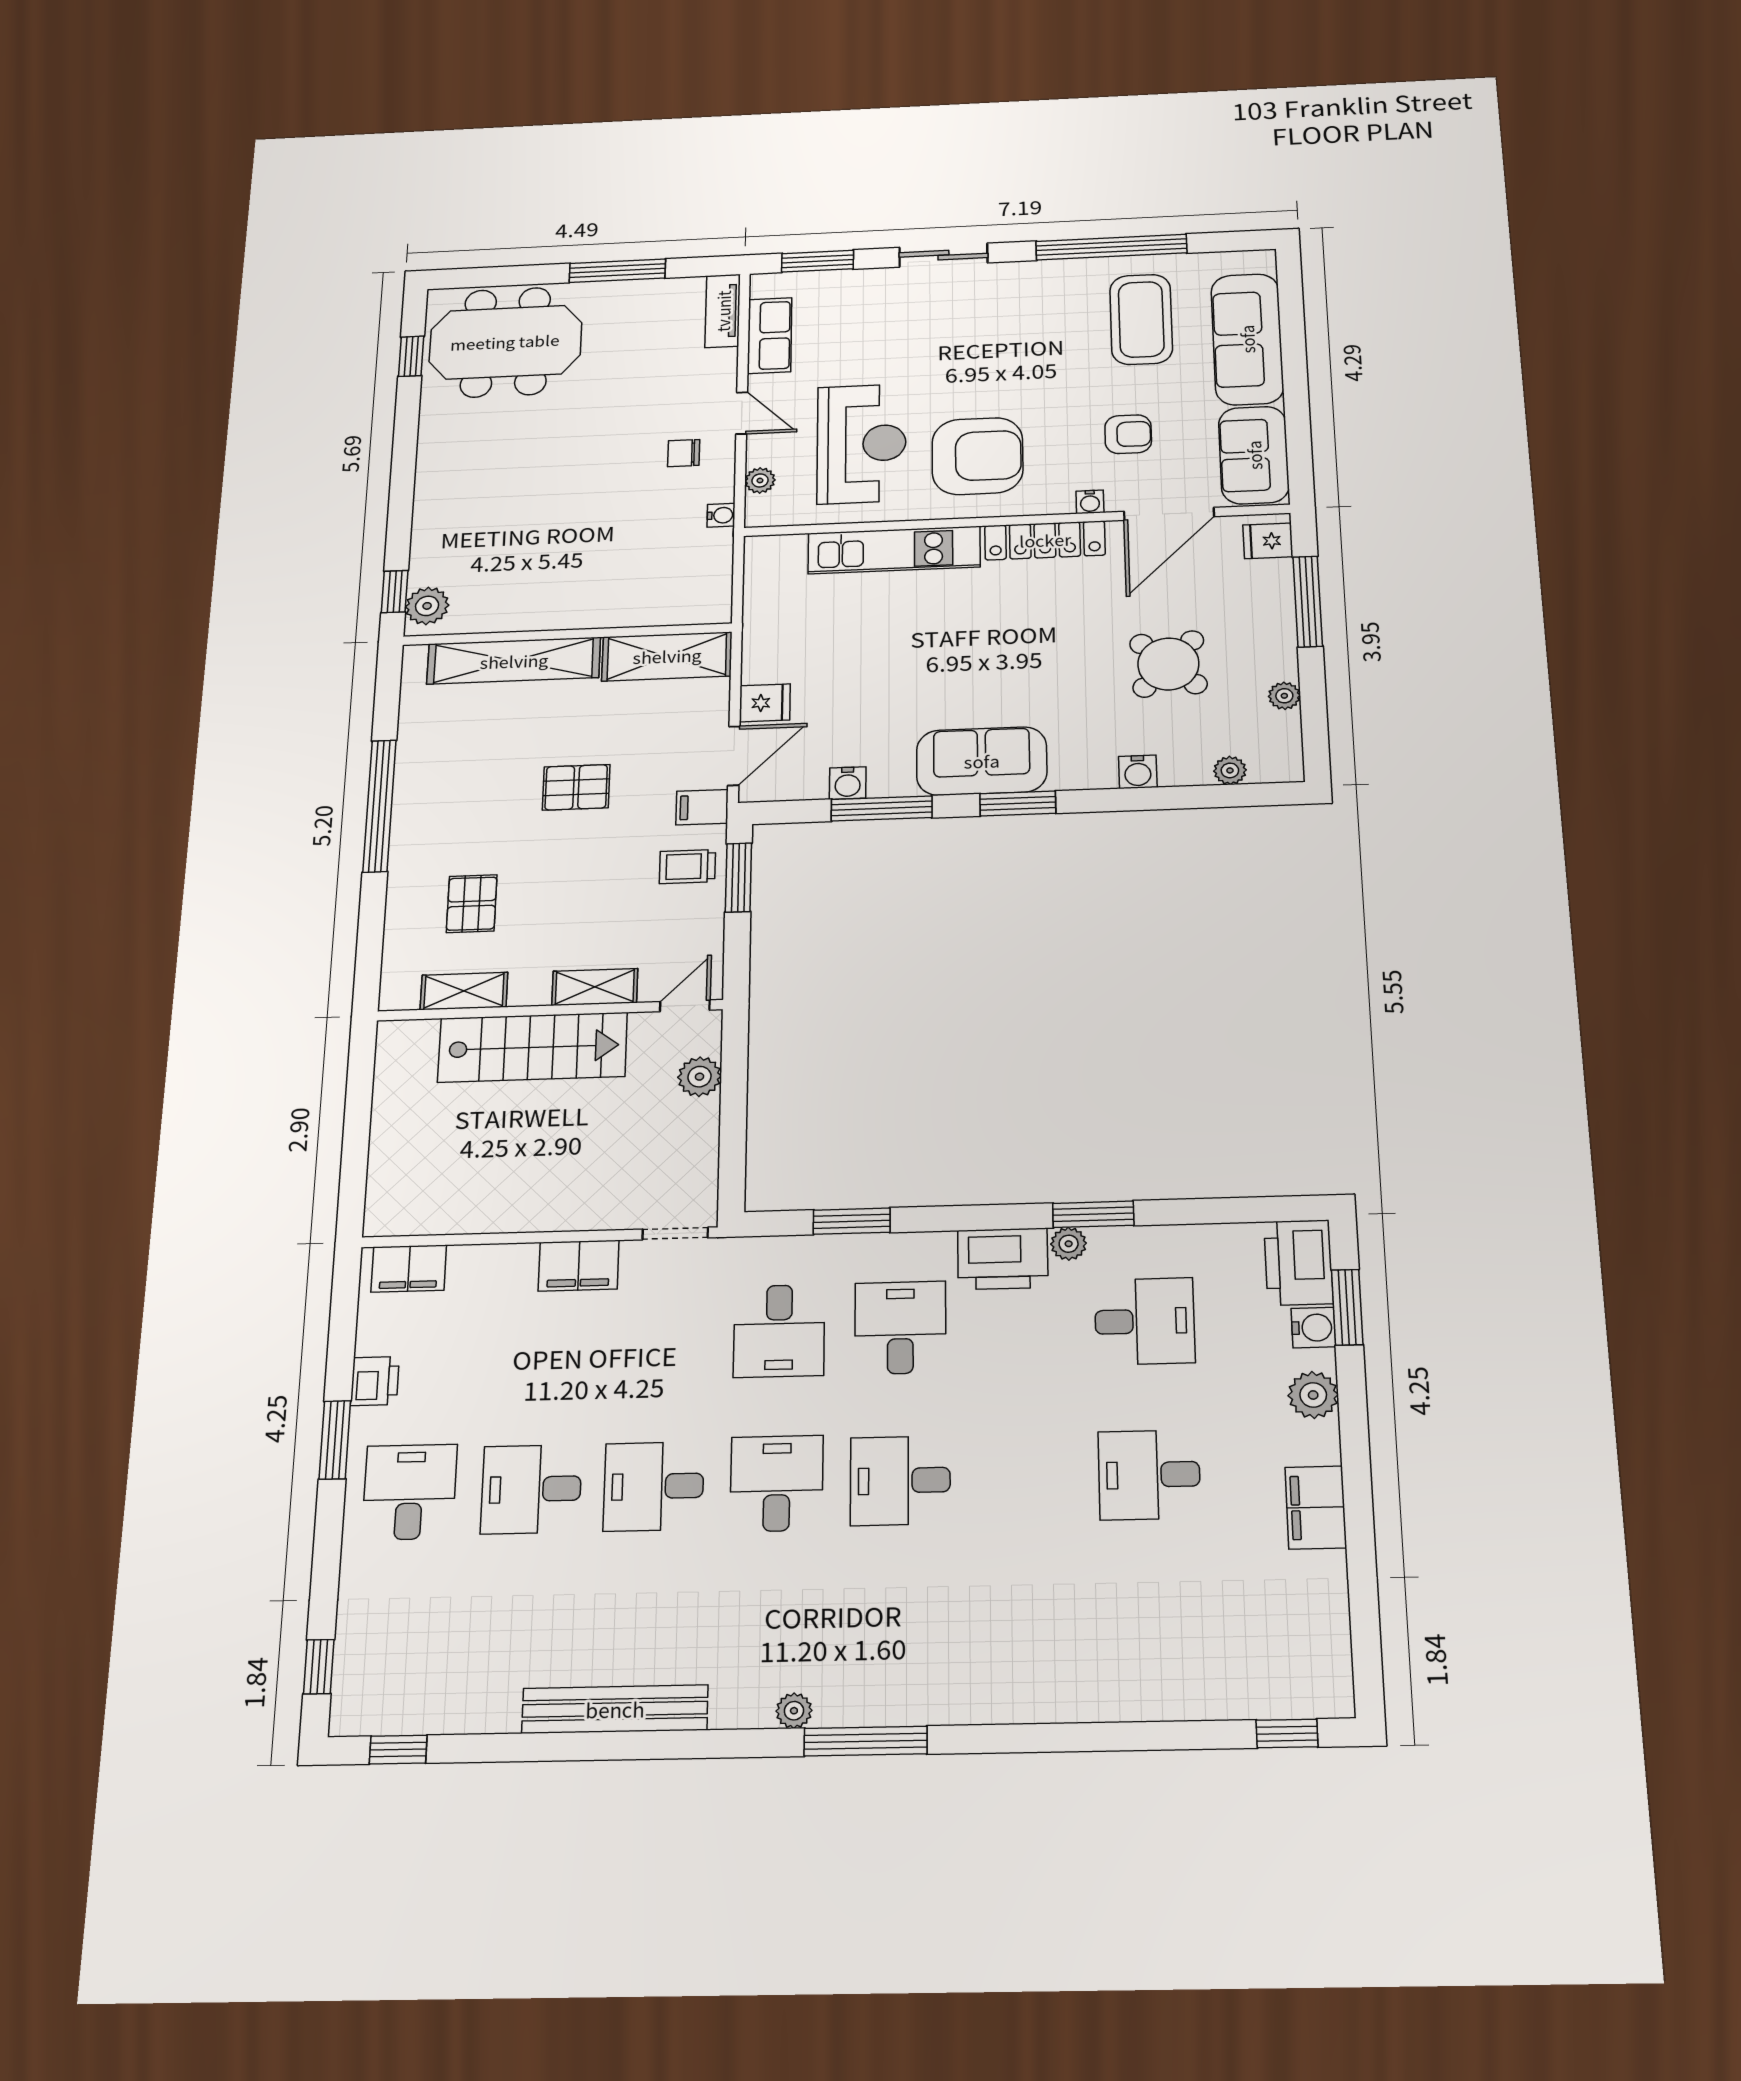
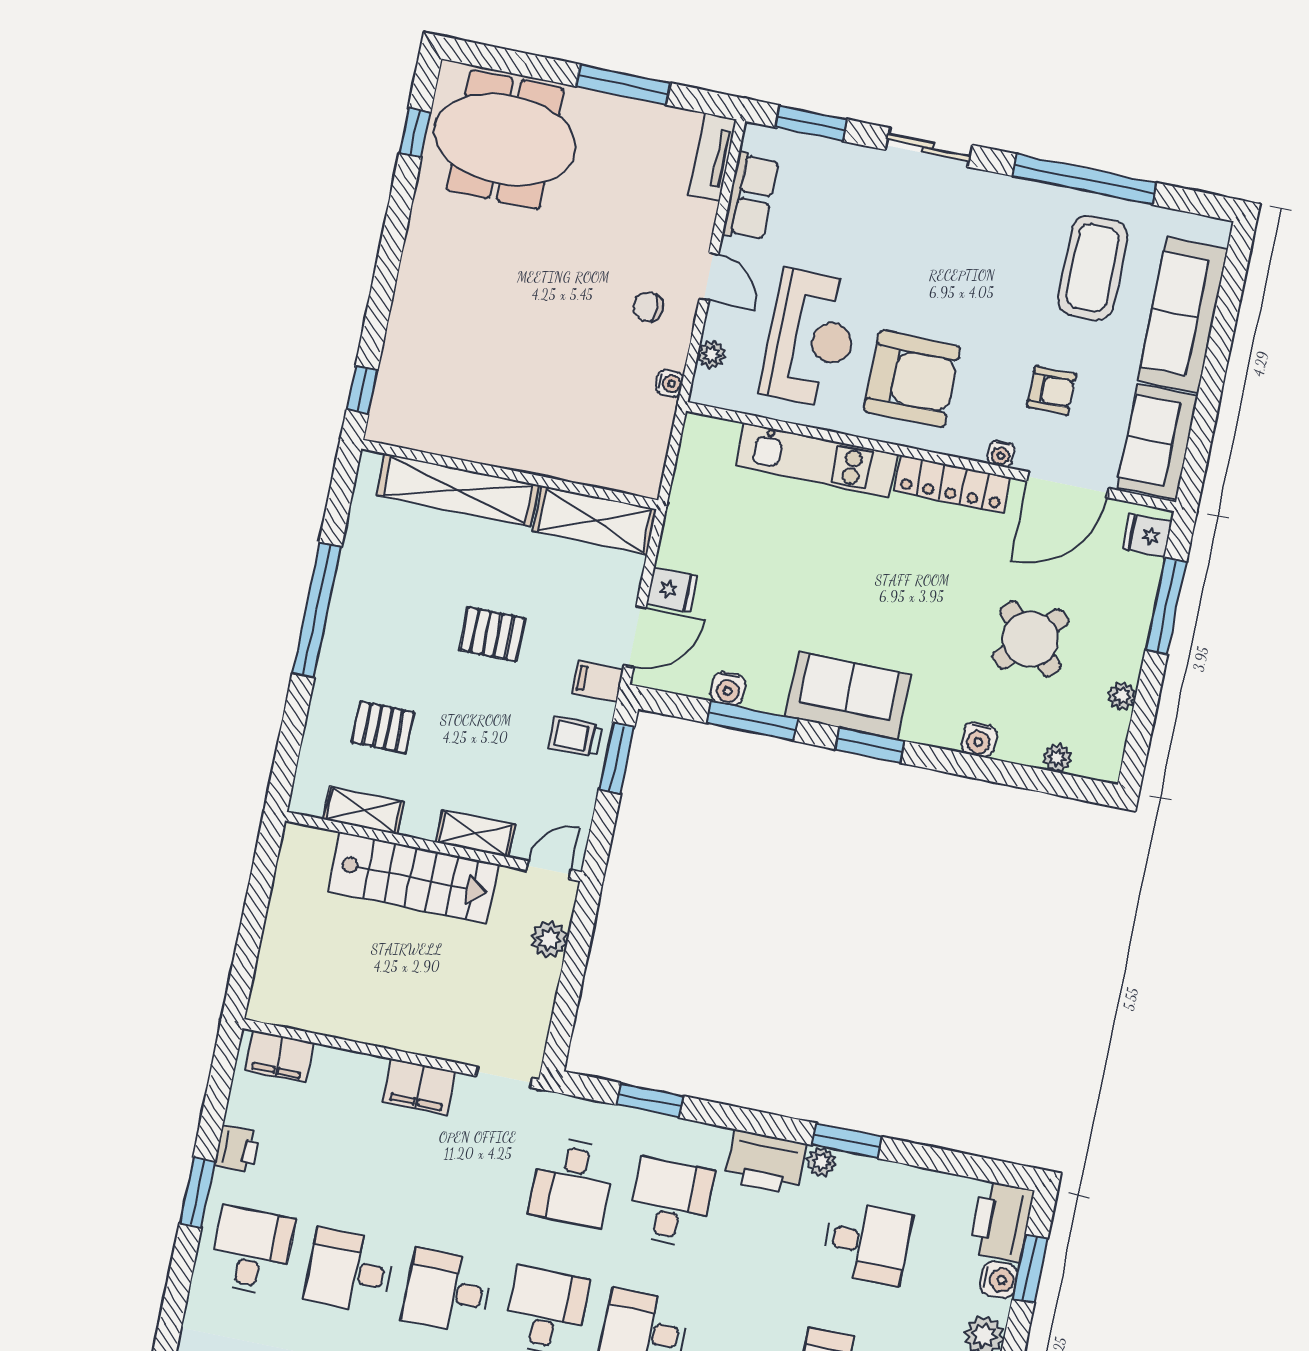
plant: (427, 606) -> (389, 413), removed
pallet: (472, 904) -> (383, 727), turned 90

